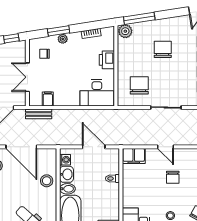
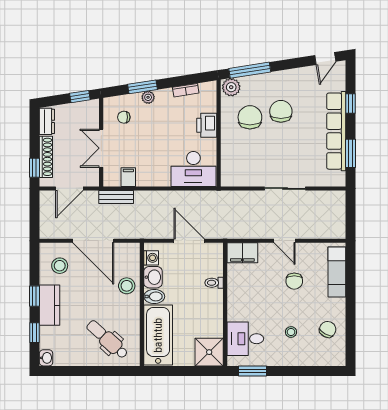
chair: (139, 85) -> (250, 117), moved

